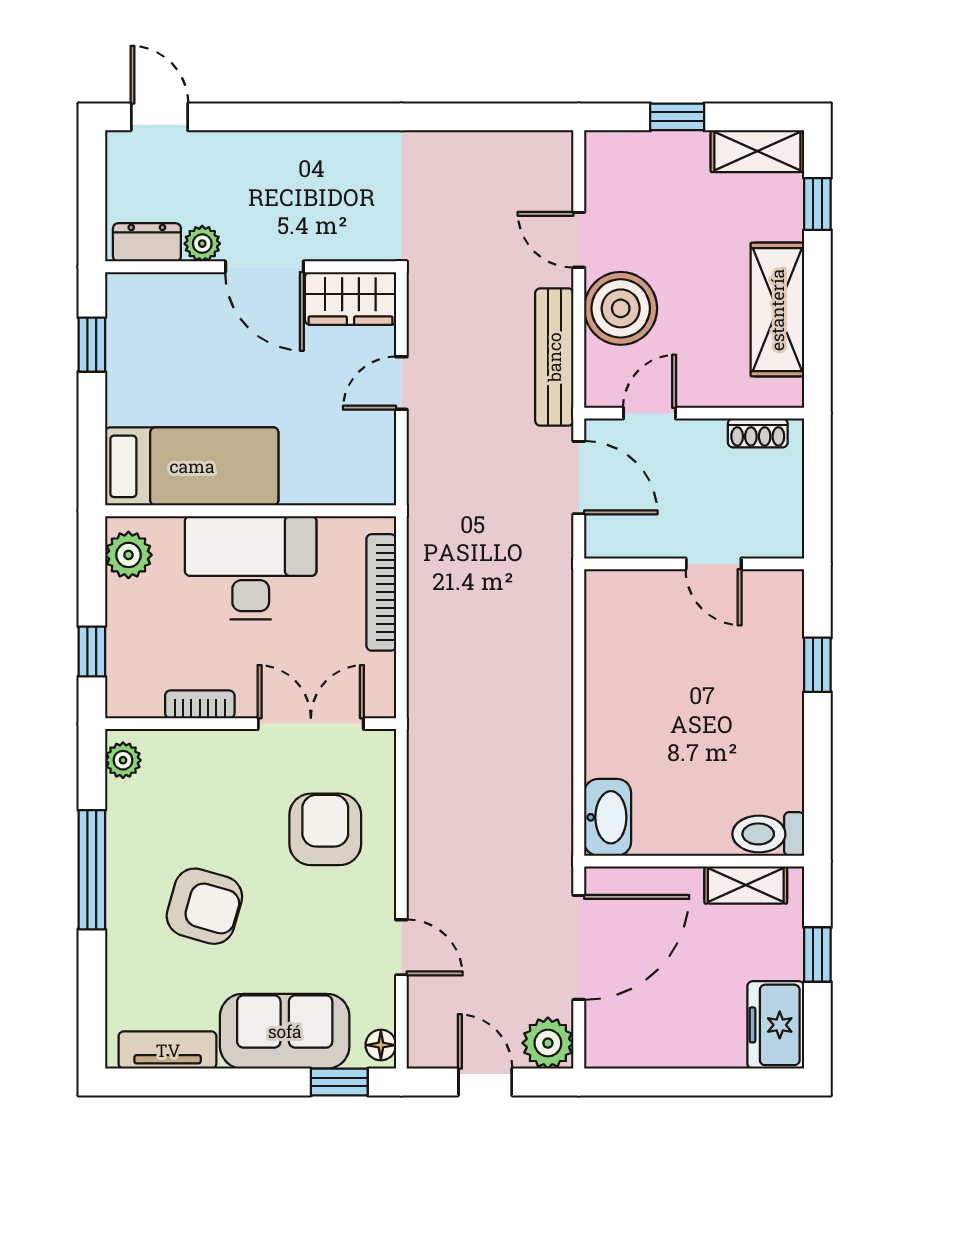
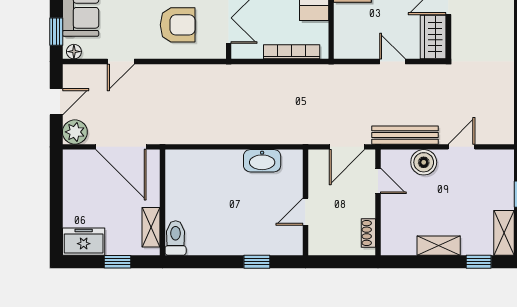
boiler: (621, 308) -> (424, 162), width x0.73, depth x0.73
shelving: (777, 310) -> (439, 246), width x0.67, depth x0.75
washbasin: (608, 817) -> (262, 161), moved

